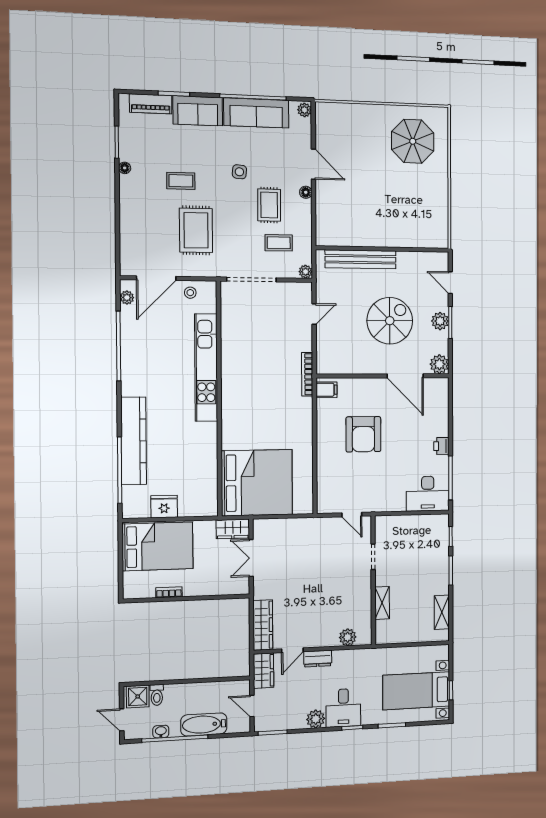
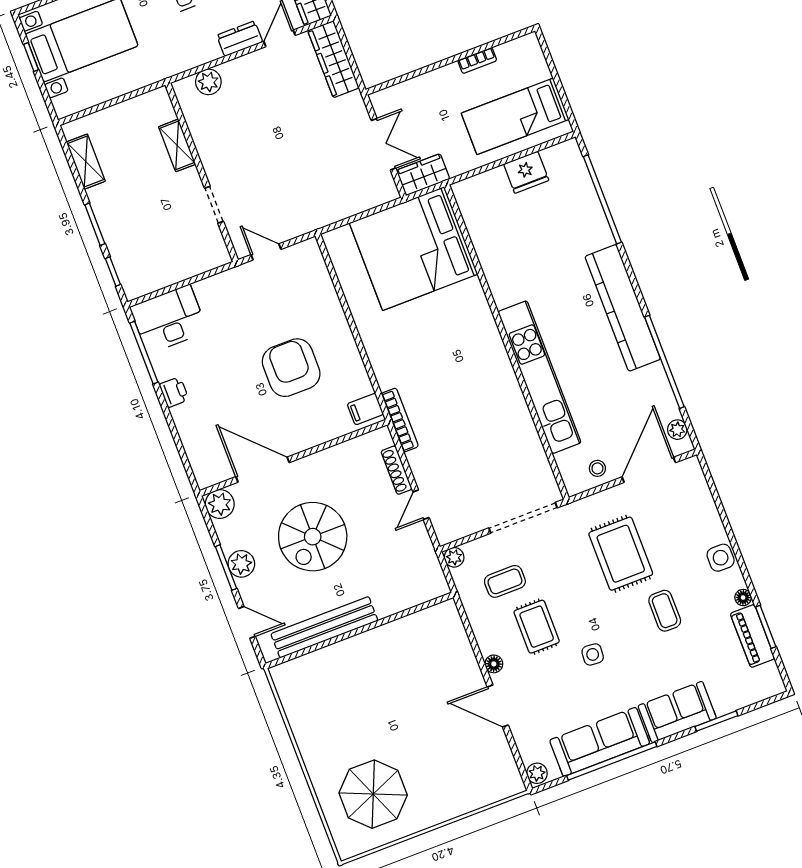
piano: (151, 104) -> (753, 636), moved, turned -90
coffee table: (181, 181) -> (665, 611), turned 90
side table: (130, 201) -> (721, 558), added
bench: (361, 259) -> (324, 627), moved
shoe rack: (321, 343) -> (396, 470), added
kitchen counter: (134, 441) -> (623, 308), moved
bed: (158, 546) -> (515, 116), width x0.67

